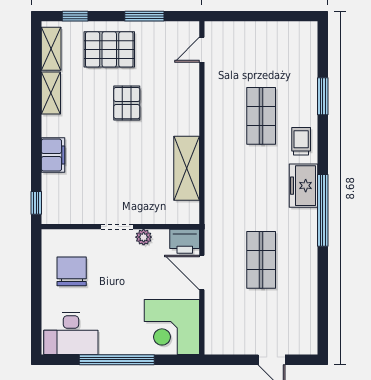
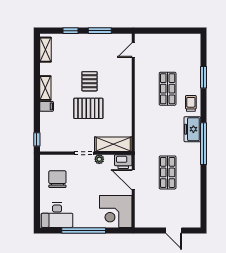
window: (75, 16) -> (70, 31), moved
pallet: (109, 49) -> (88, 108), moved
shelving: (51, 93) -> (45, 88), moved
filing cabinet: (53, 155) -> (47, 106), width x0.50
shelving: (187, 168) -> (113, 144), moved, turned 90

